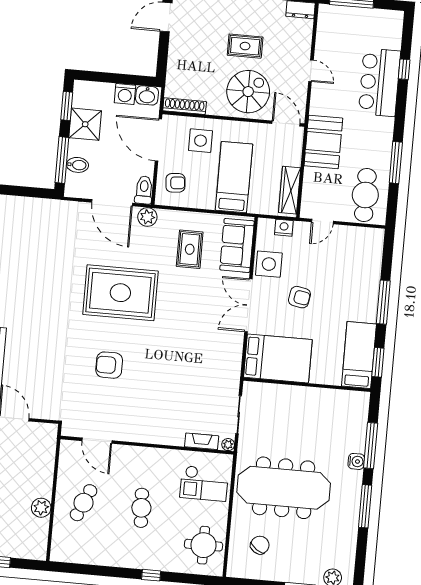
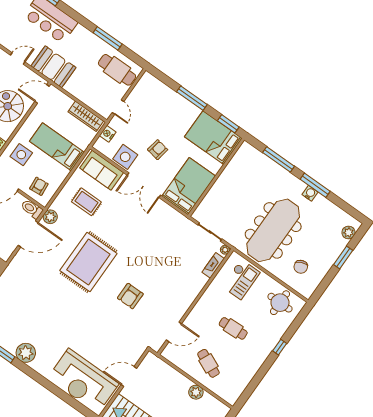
booth: (323, 142) -> (53, 67), moved
bed: (359, 355) -> (213, 138), width x1.50
water cooler: (356, 461) -> (310, 193), moved
chair: (260, 545) -> (301, 267), turned -148

